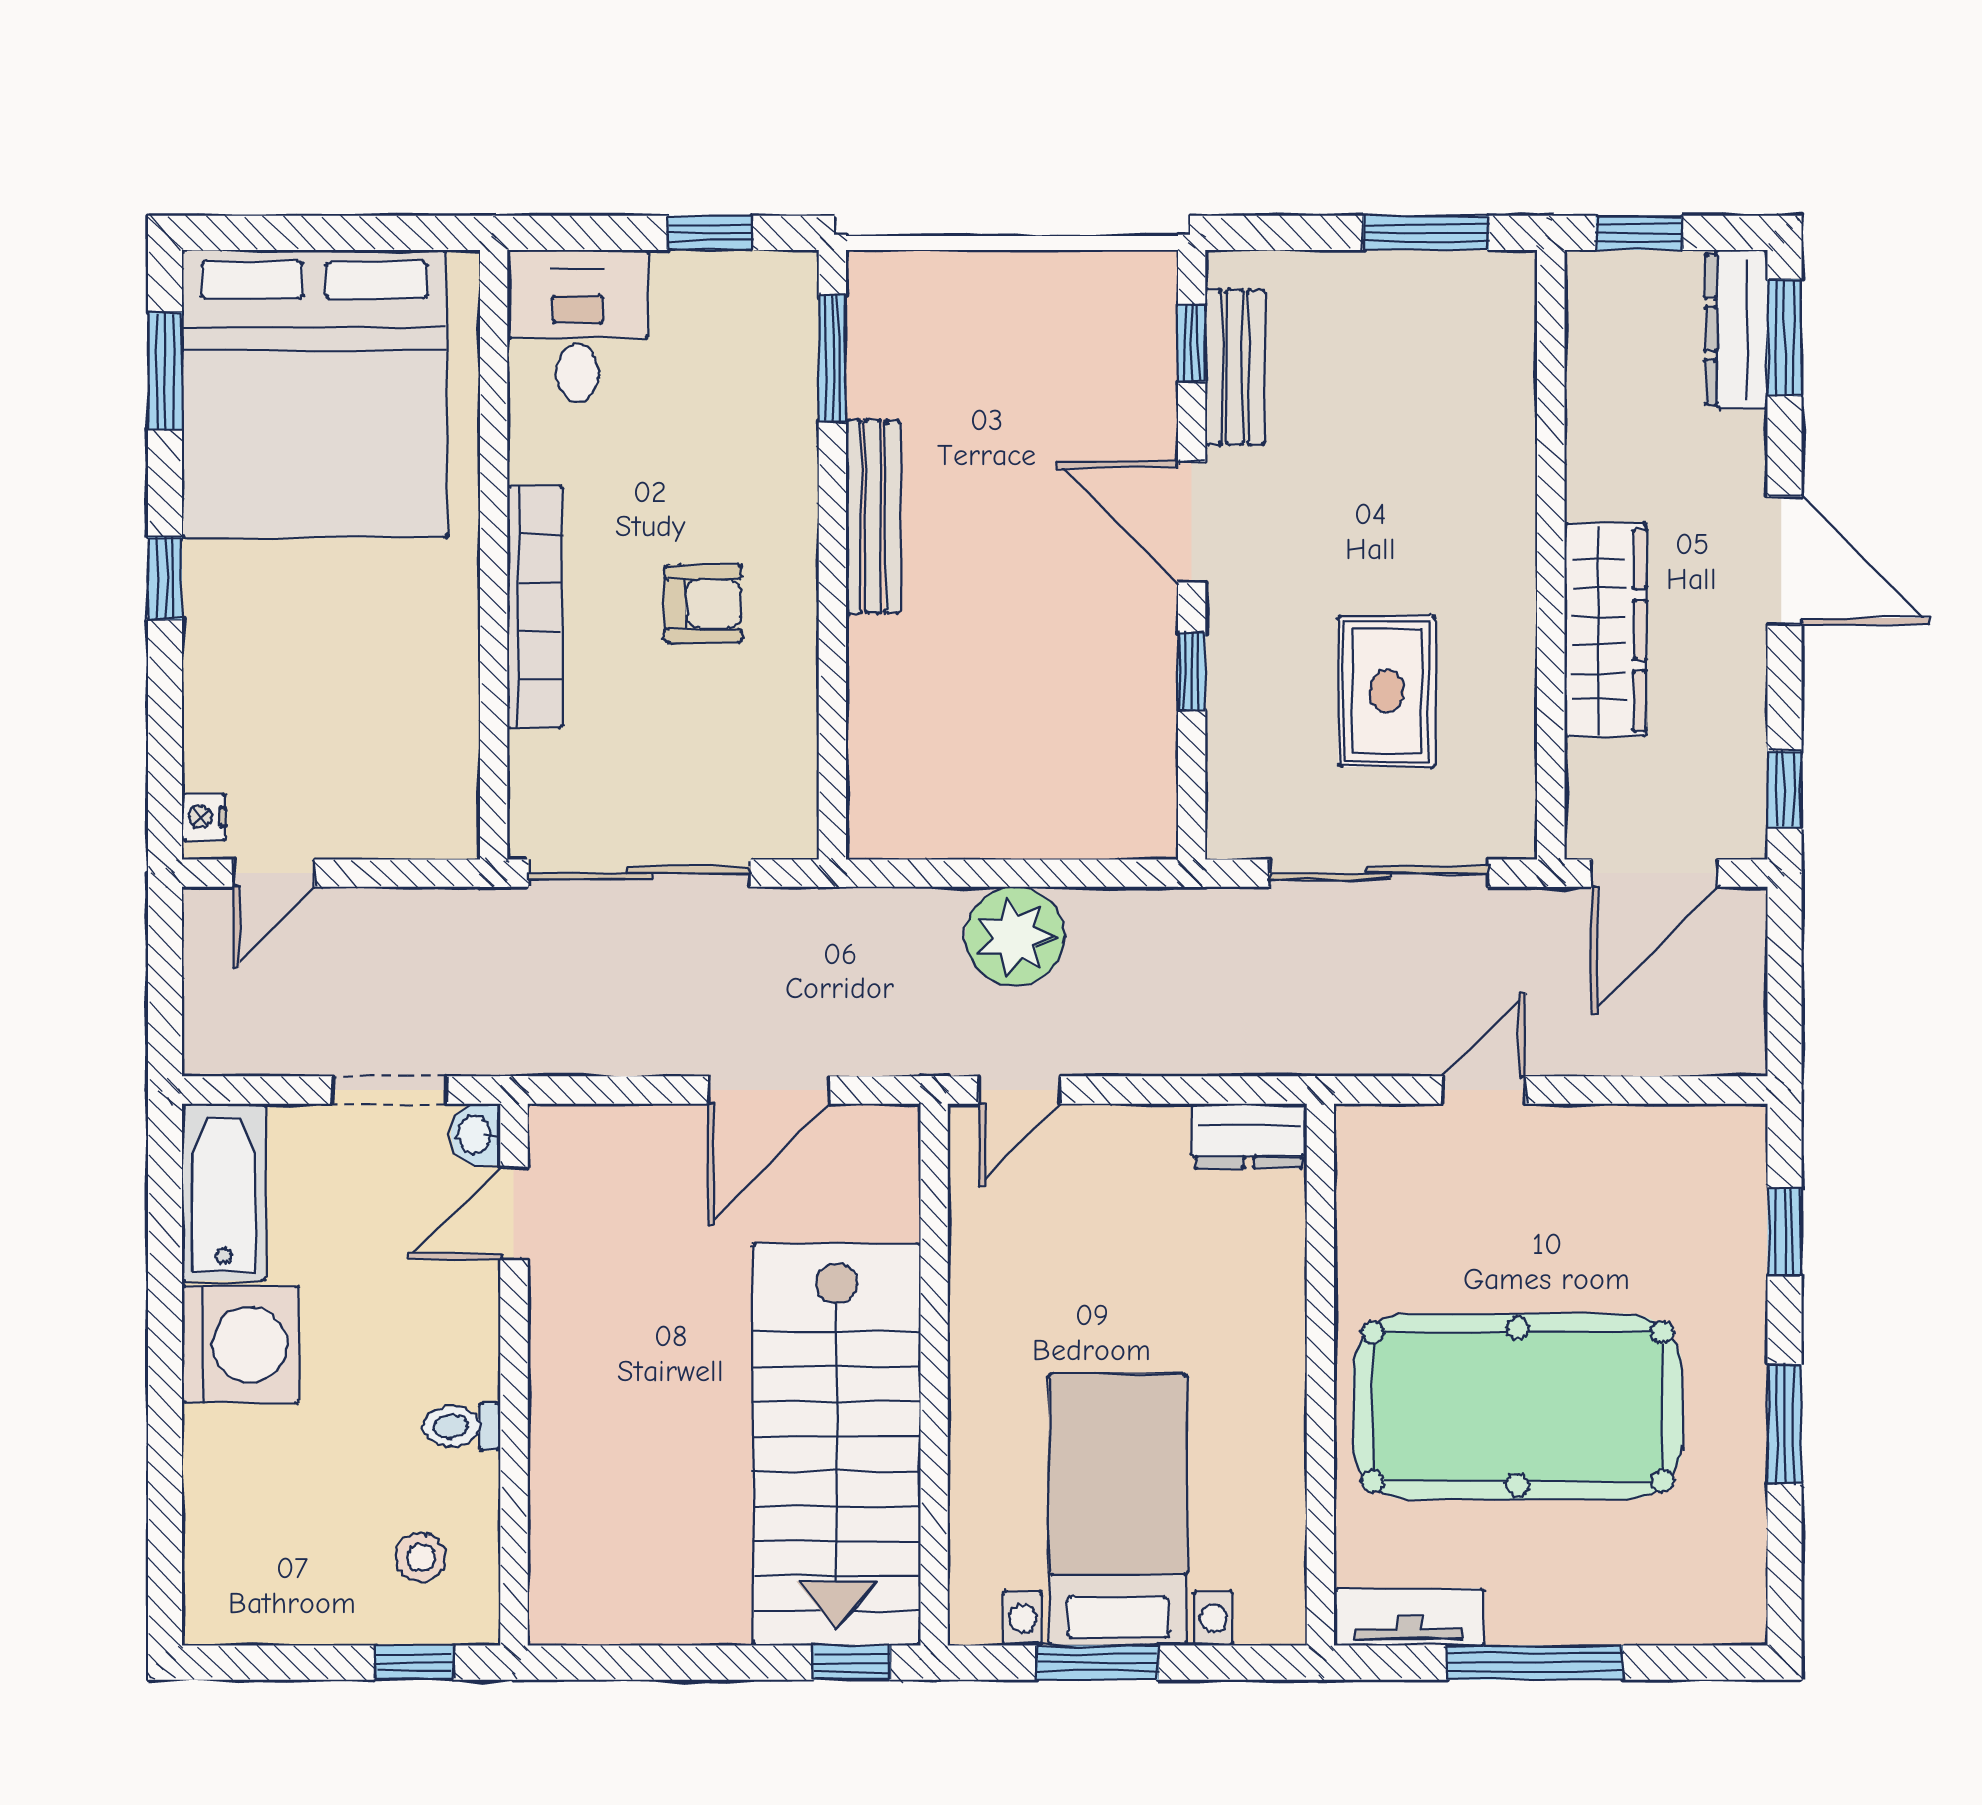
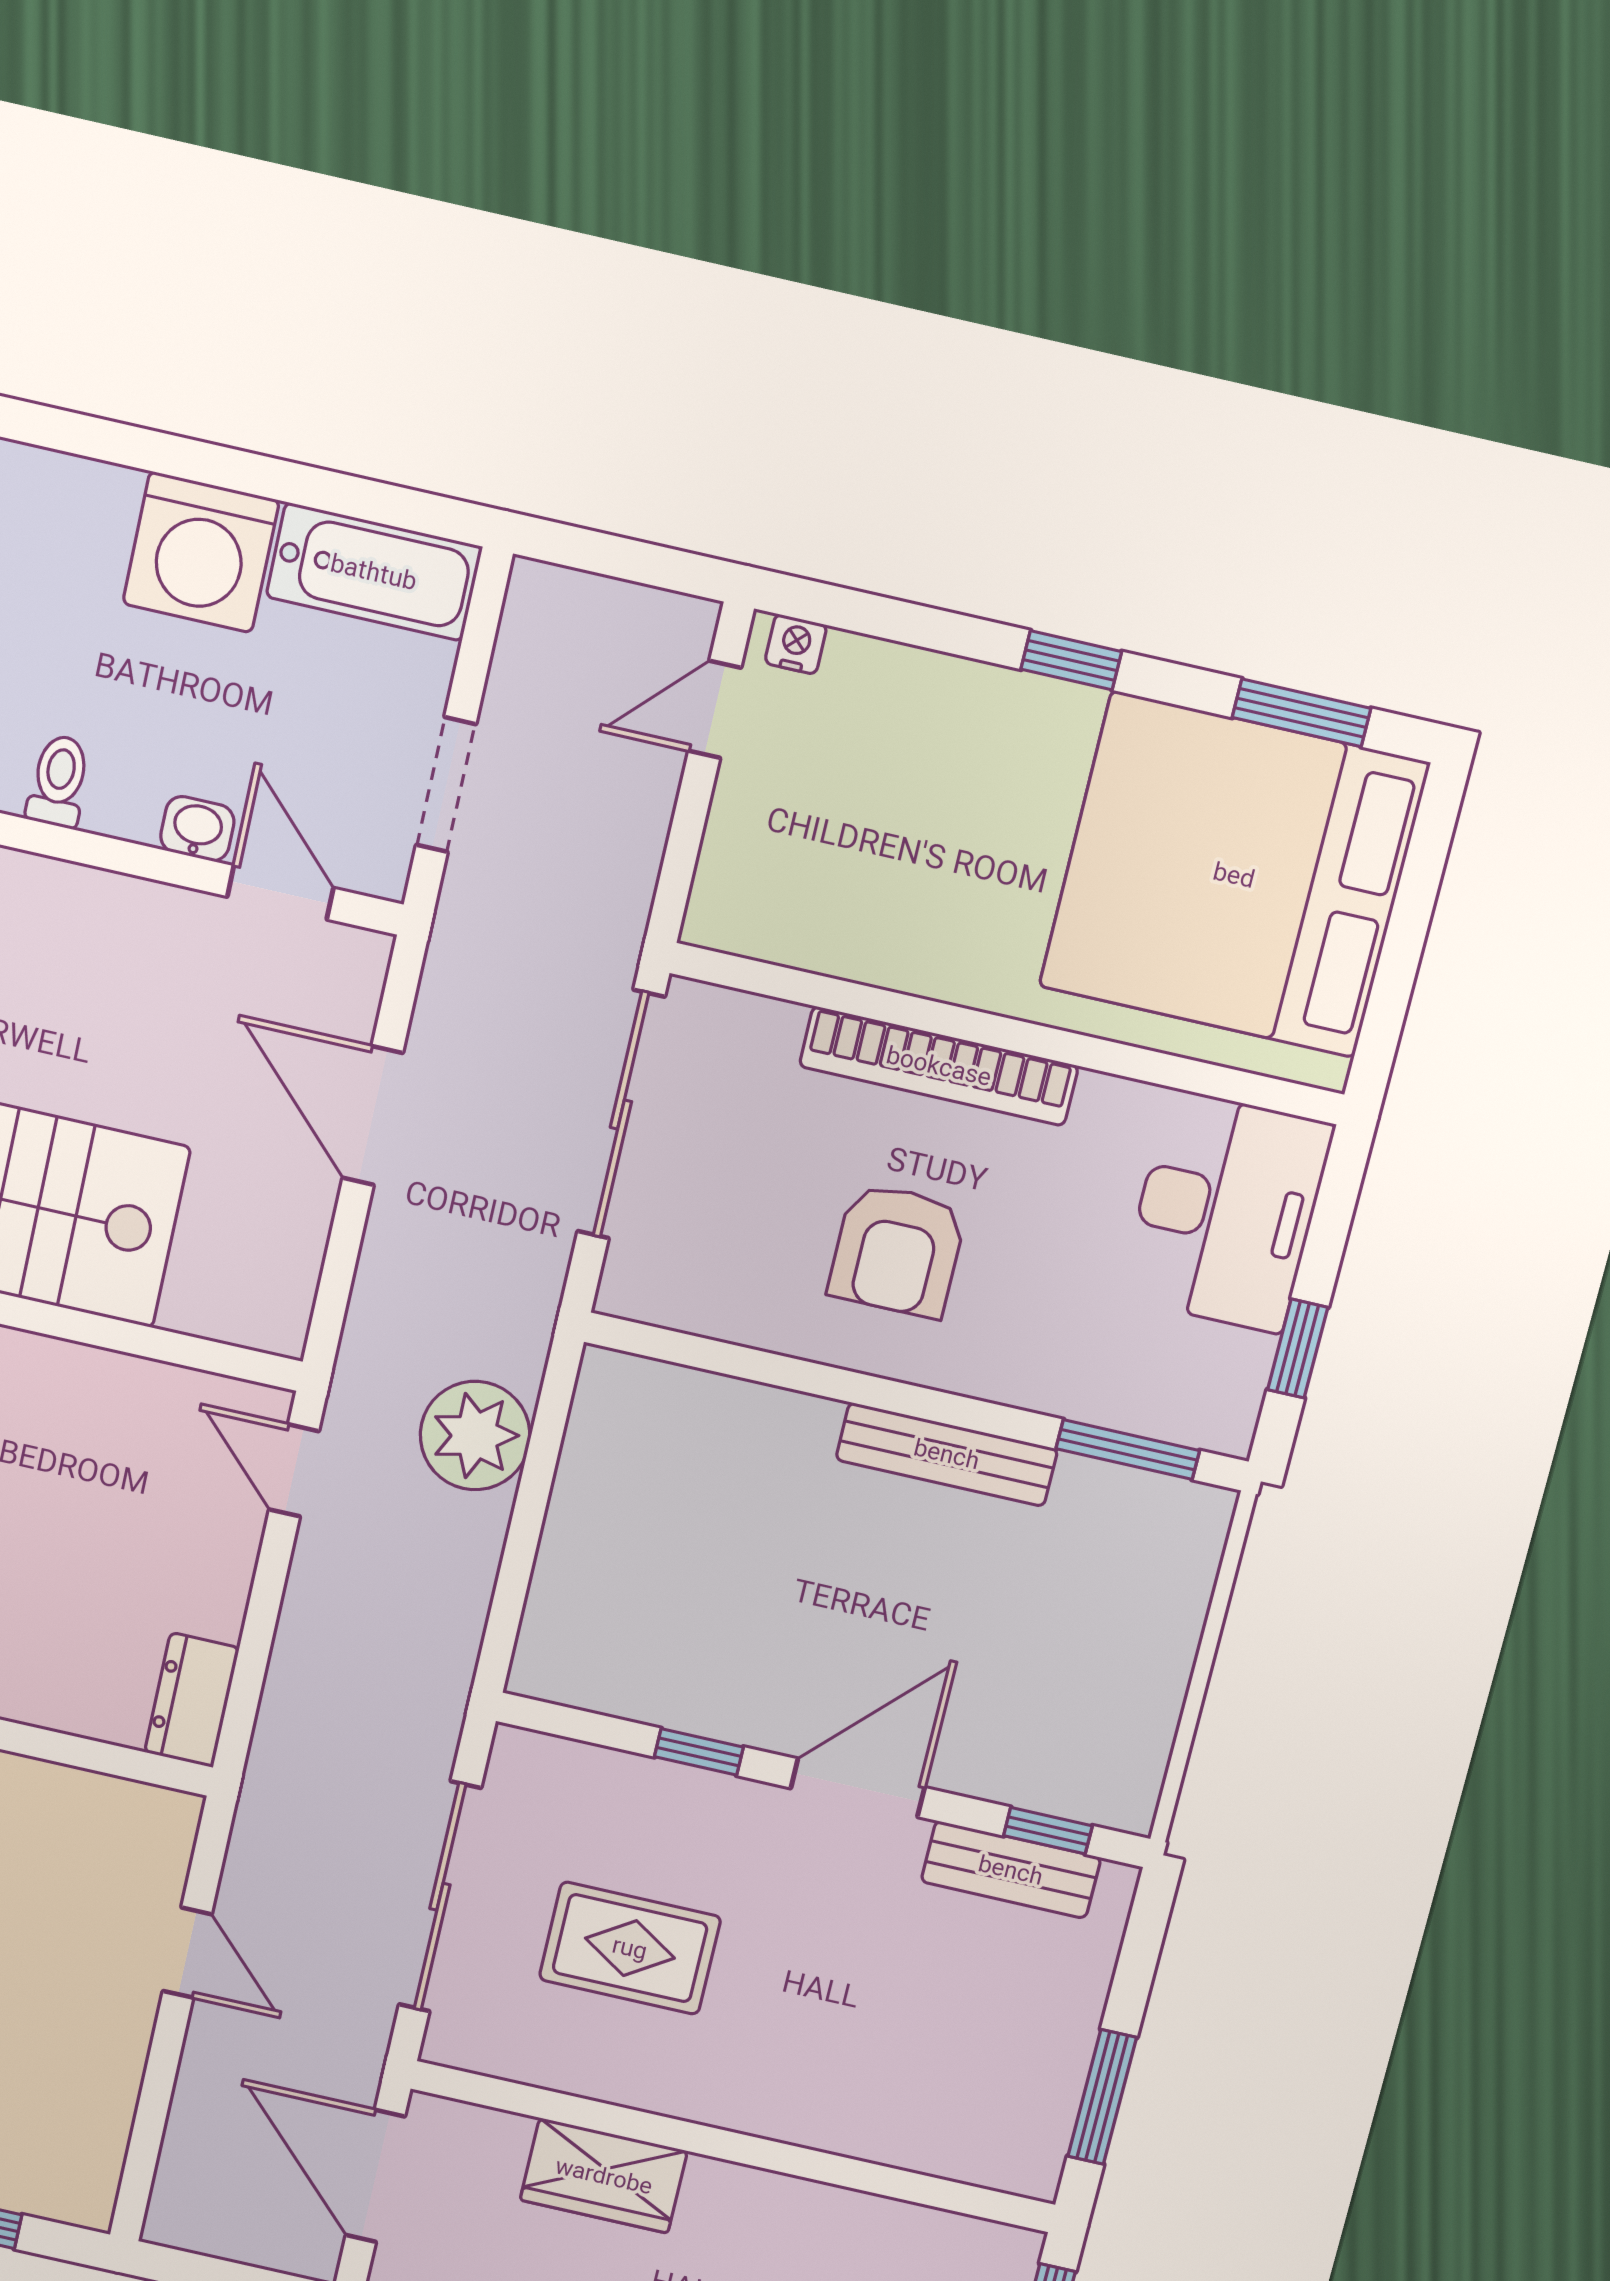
desk: (578, 326) -> (1226, 1211), width x1.37
armchair: (703, 604) -> (897, 1250), width x1.38, depth x1.38
wardrobe: (1605, 630) -> (604, 2176), width x0.67
door: (274, 873) -> (715, 709), hinge flipped
plant: (1015, 936) -> (475, 1436), moved
door: (769, 1090) -> (373, 1116), moved
washbasin: (475, 1134) -> (197, 829), moved

